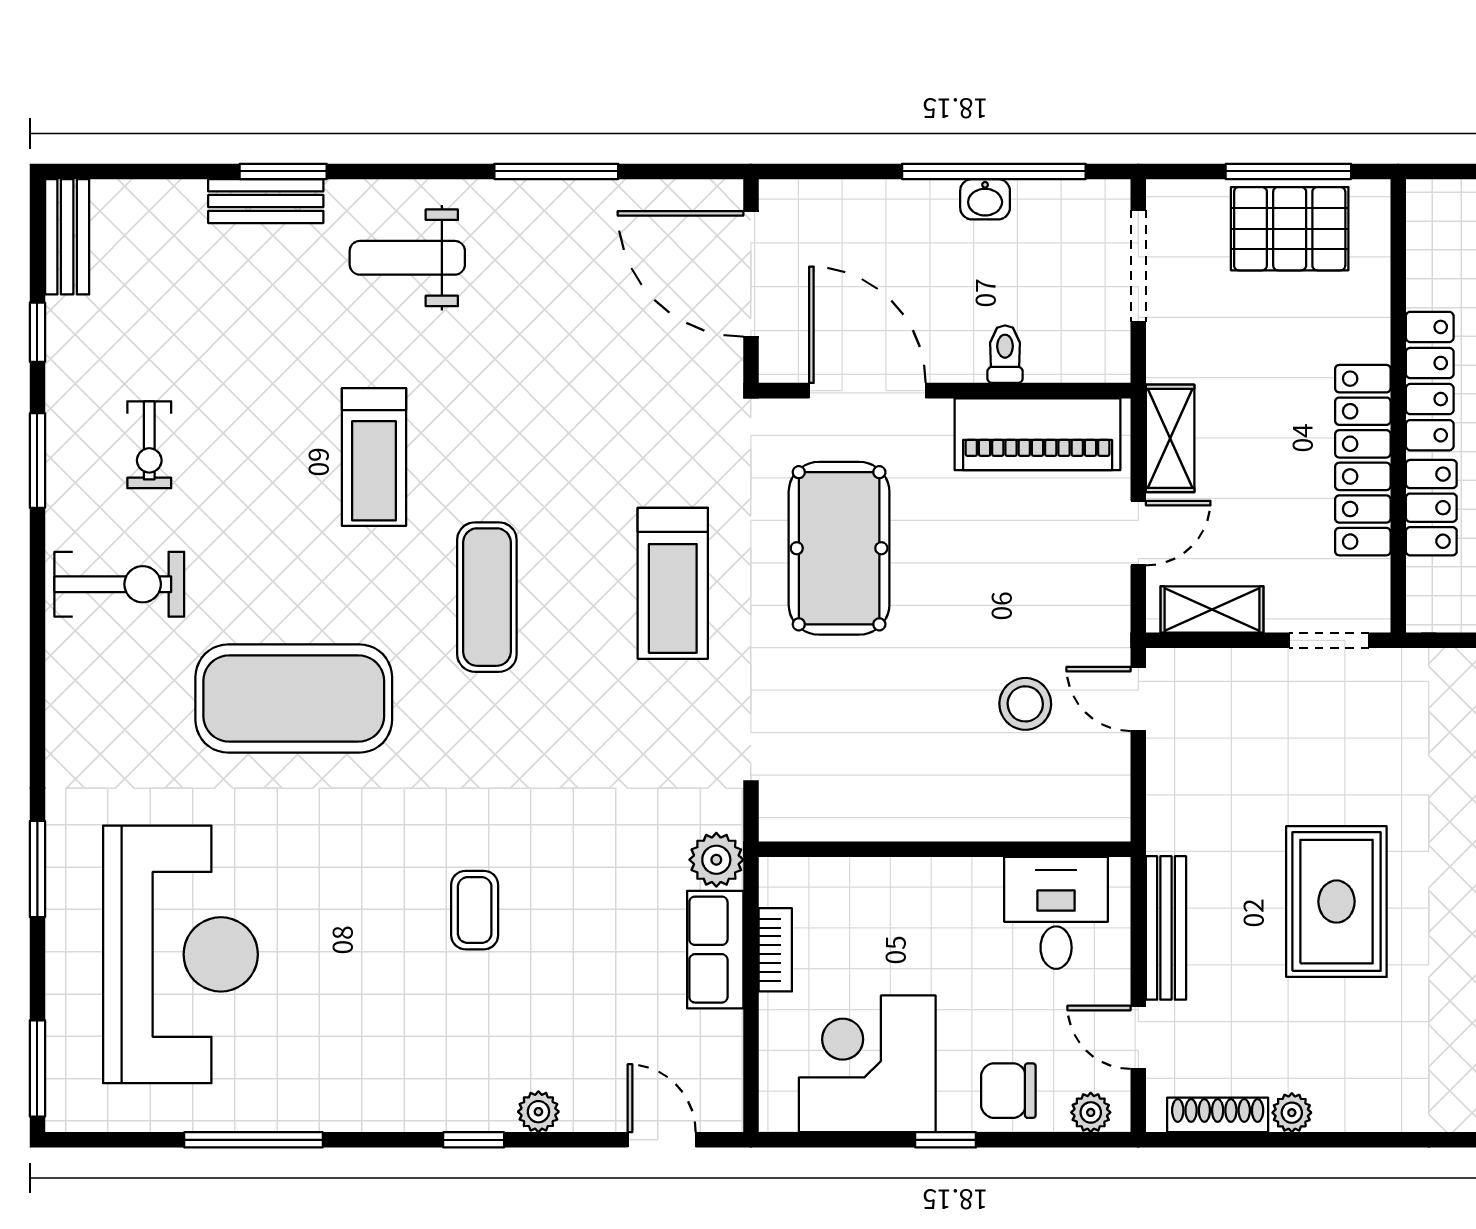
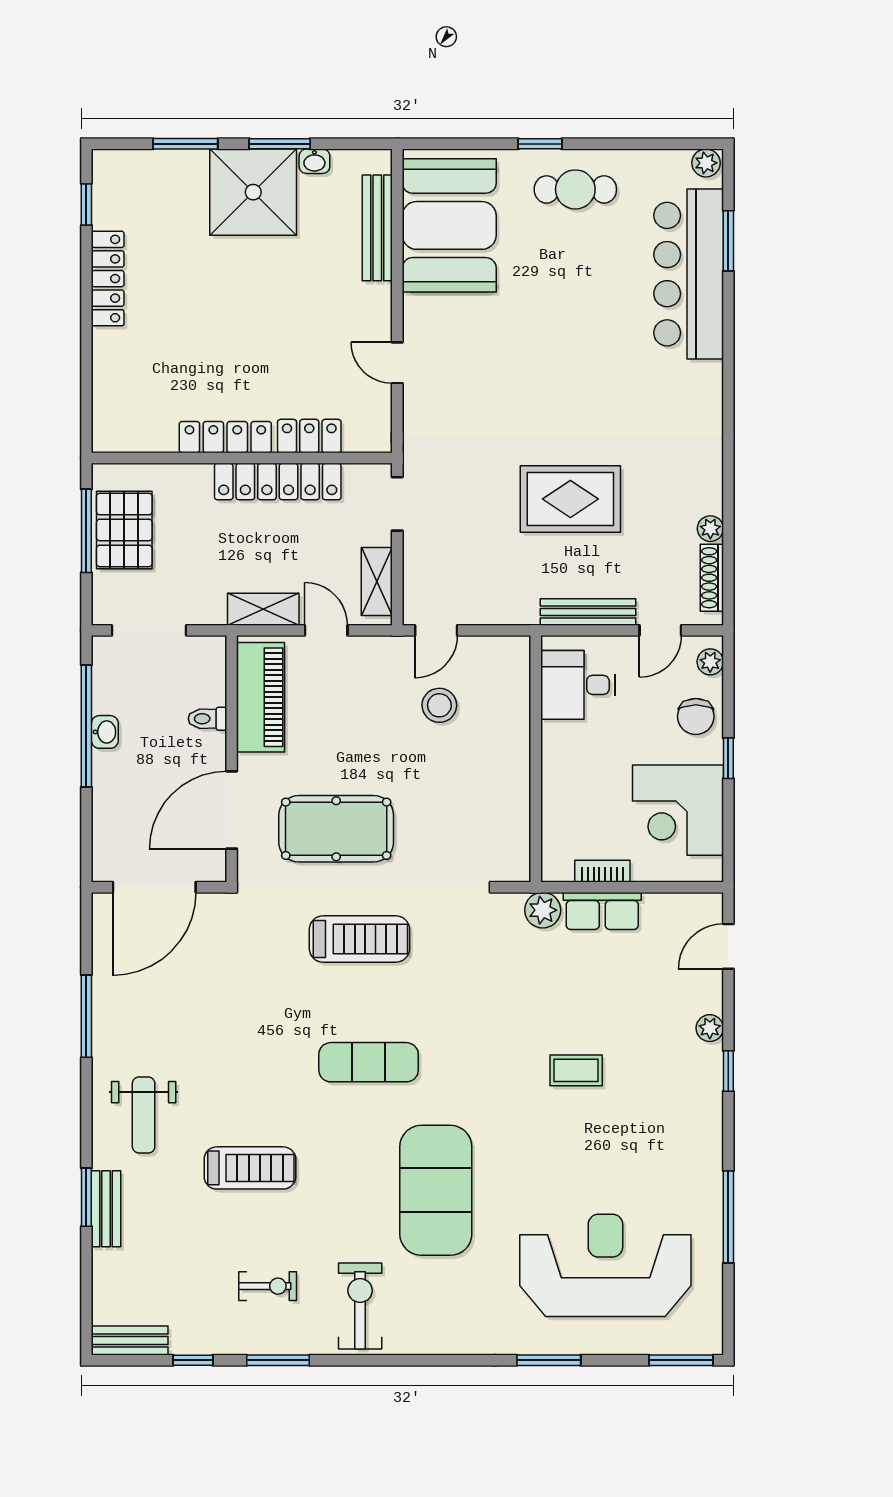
treadmill: (374, 457) -> (250, 1168), moved

